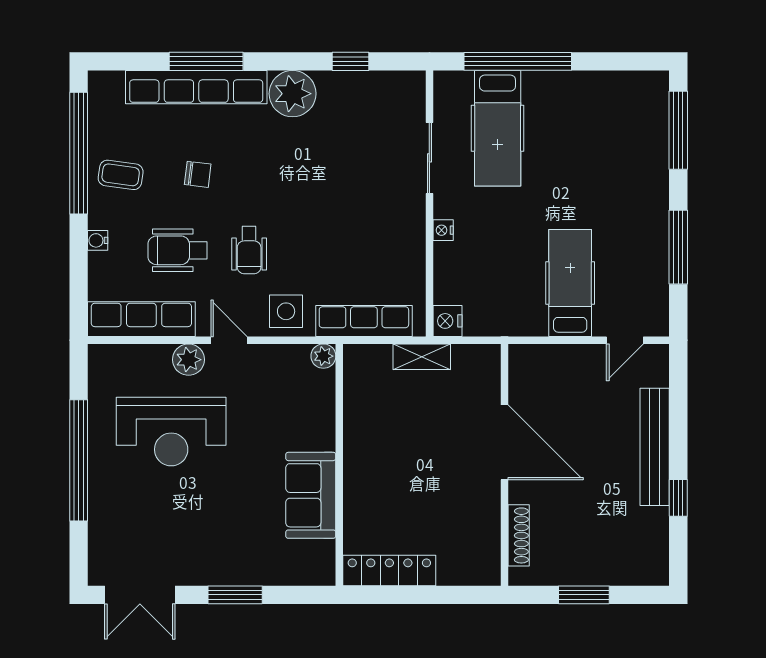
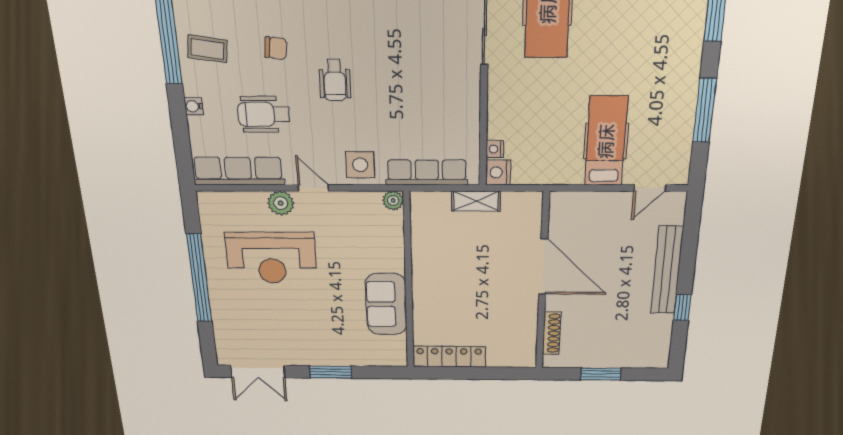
nightstand: (443, 230) -> (495, 149), moved
wheelchair: (249, 250) -> (335, 80), moved

